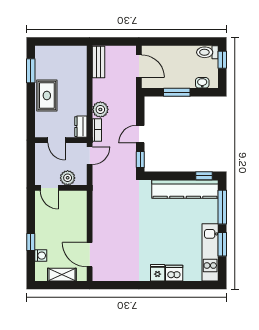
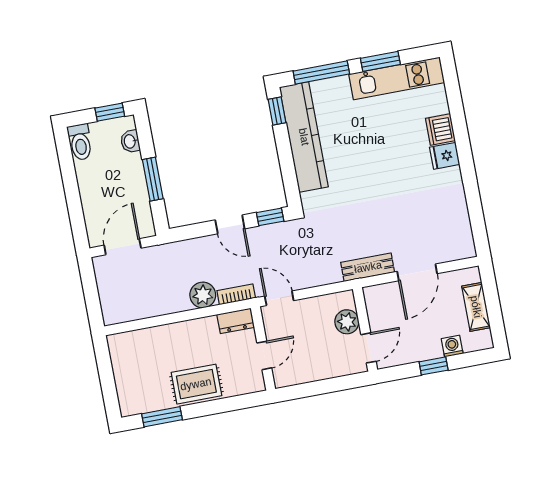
window: (222, 60) -> (110, 112), moved
bench: (98, 62) -> (368, 267), moved
plant: (68, 178) -> (347, 322), moved
door: (49, 188) -> (368, 348), moved
wall: (61, 188) -> (365, 329), moved
door: (90, 255) -> (417, 272), moved

